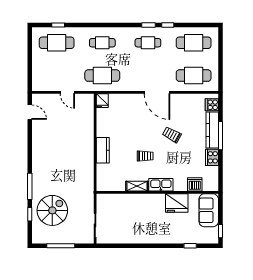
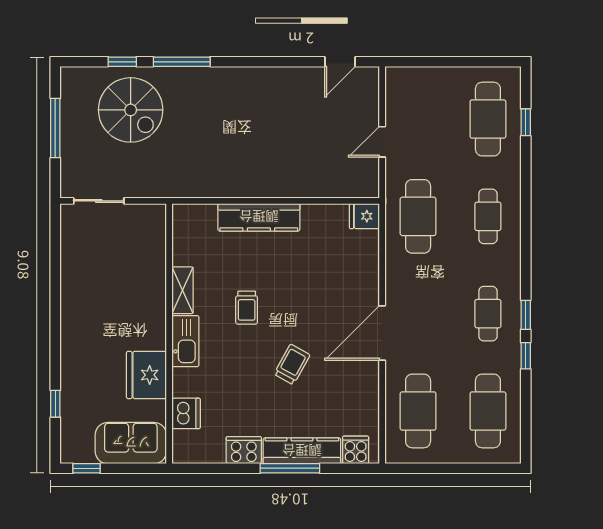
kitchen counter: (103, 150) -> (259, 217), width x1.50

